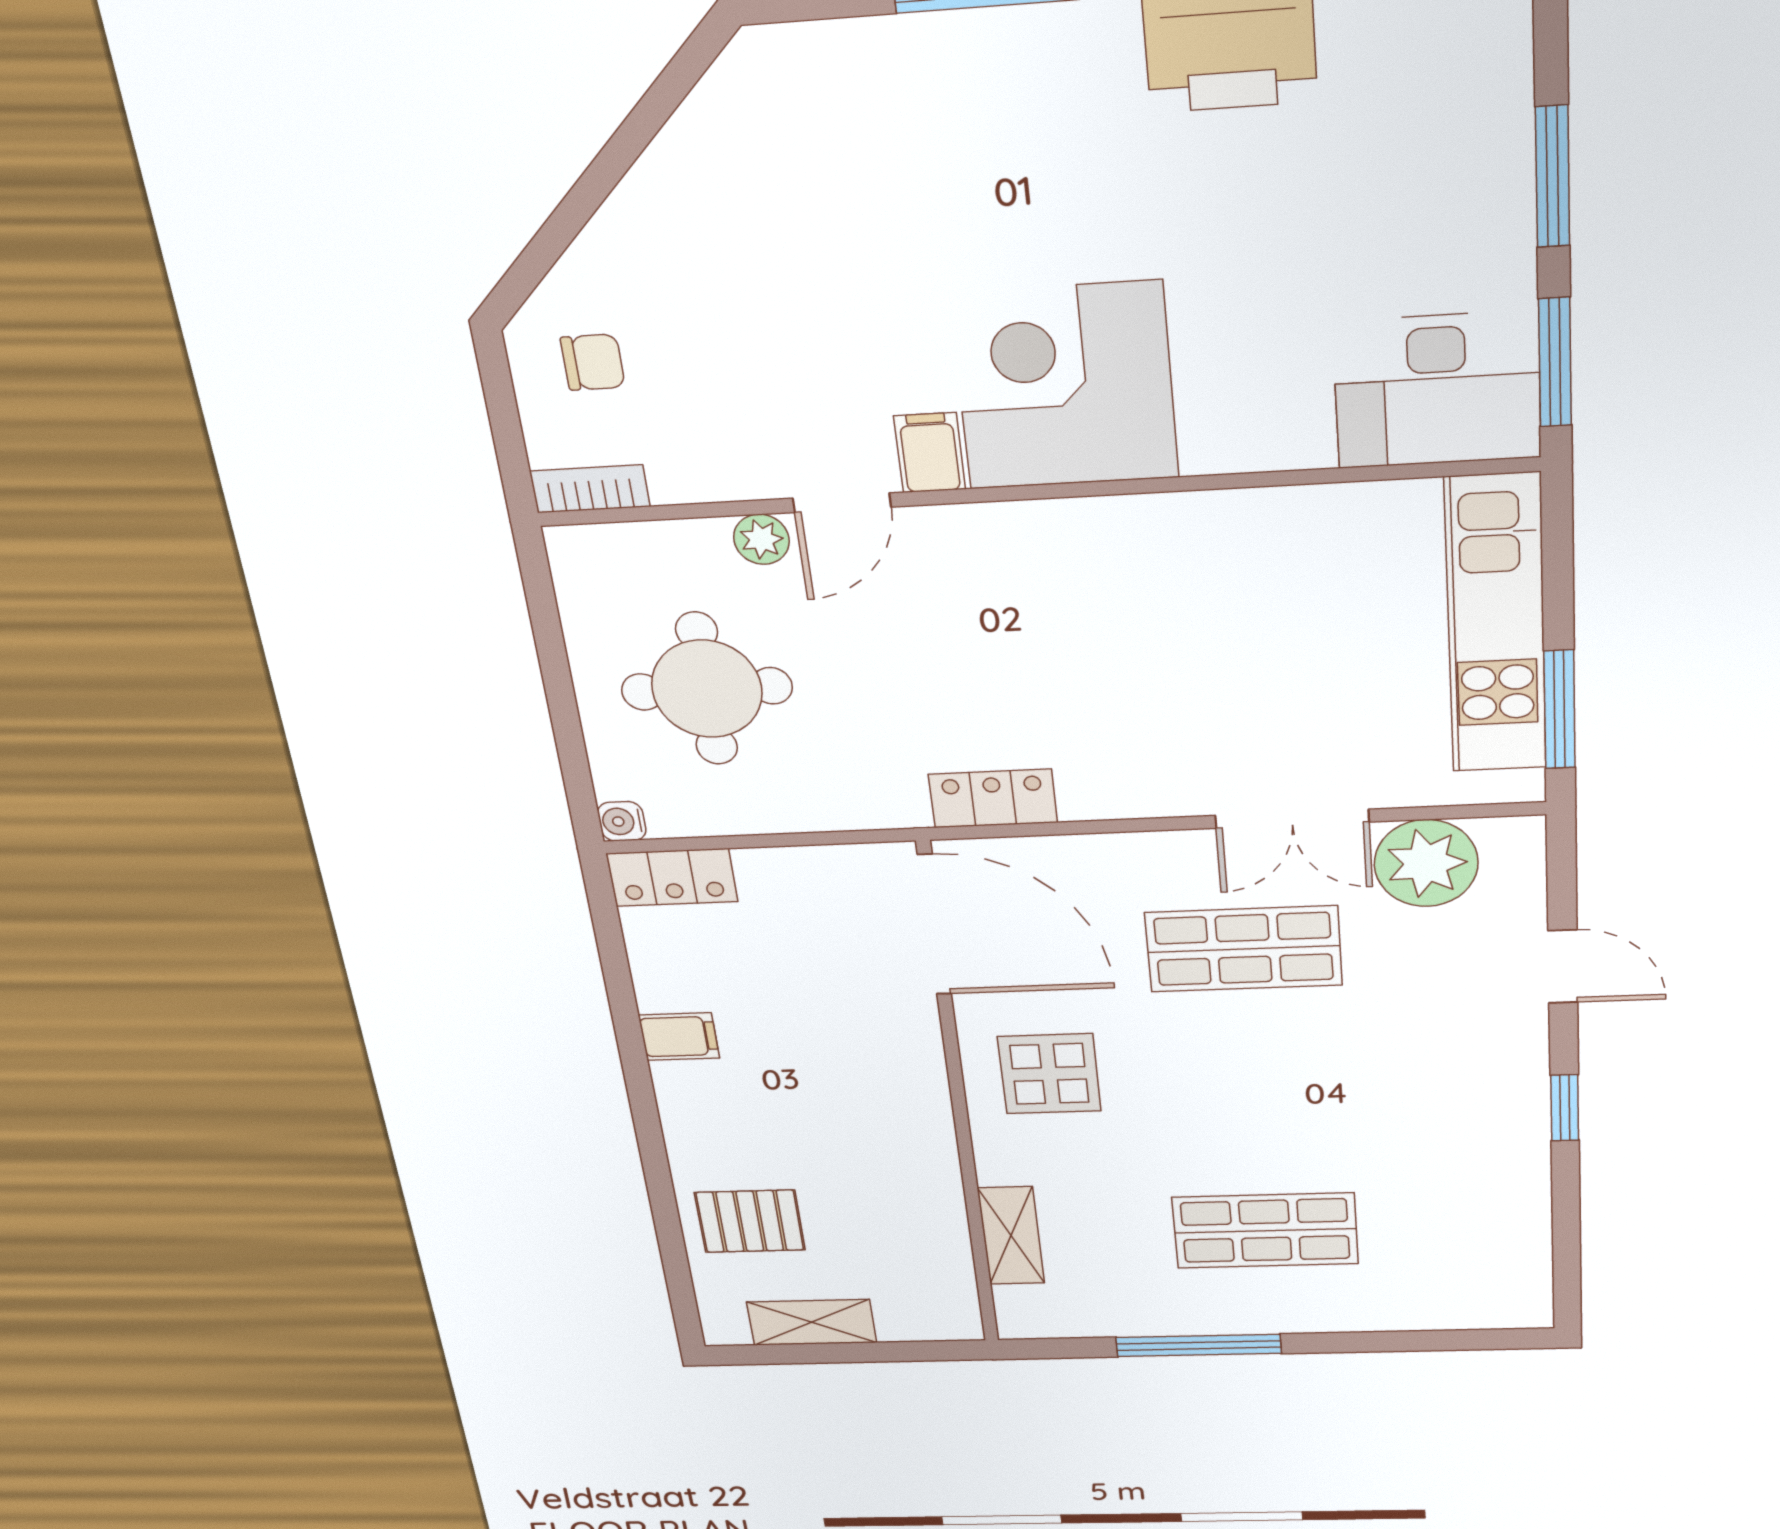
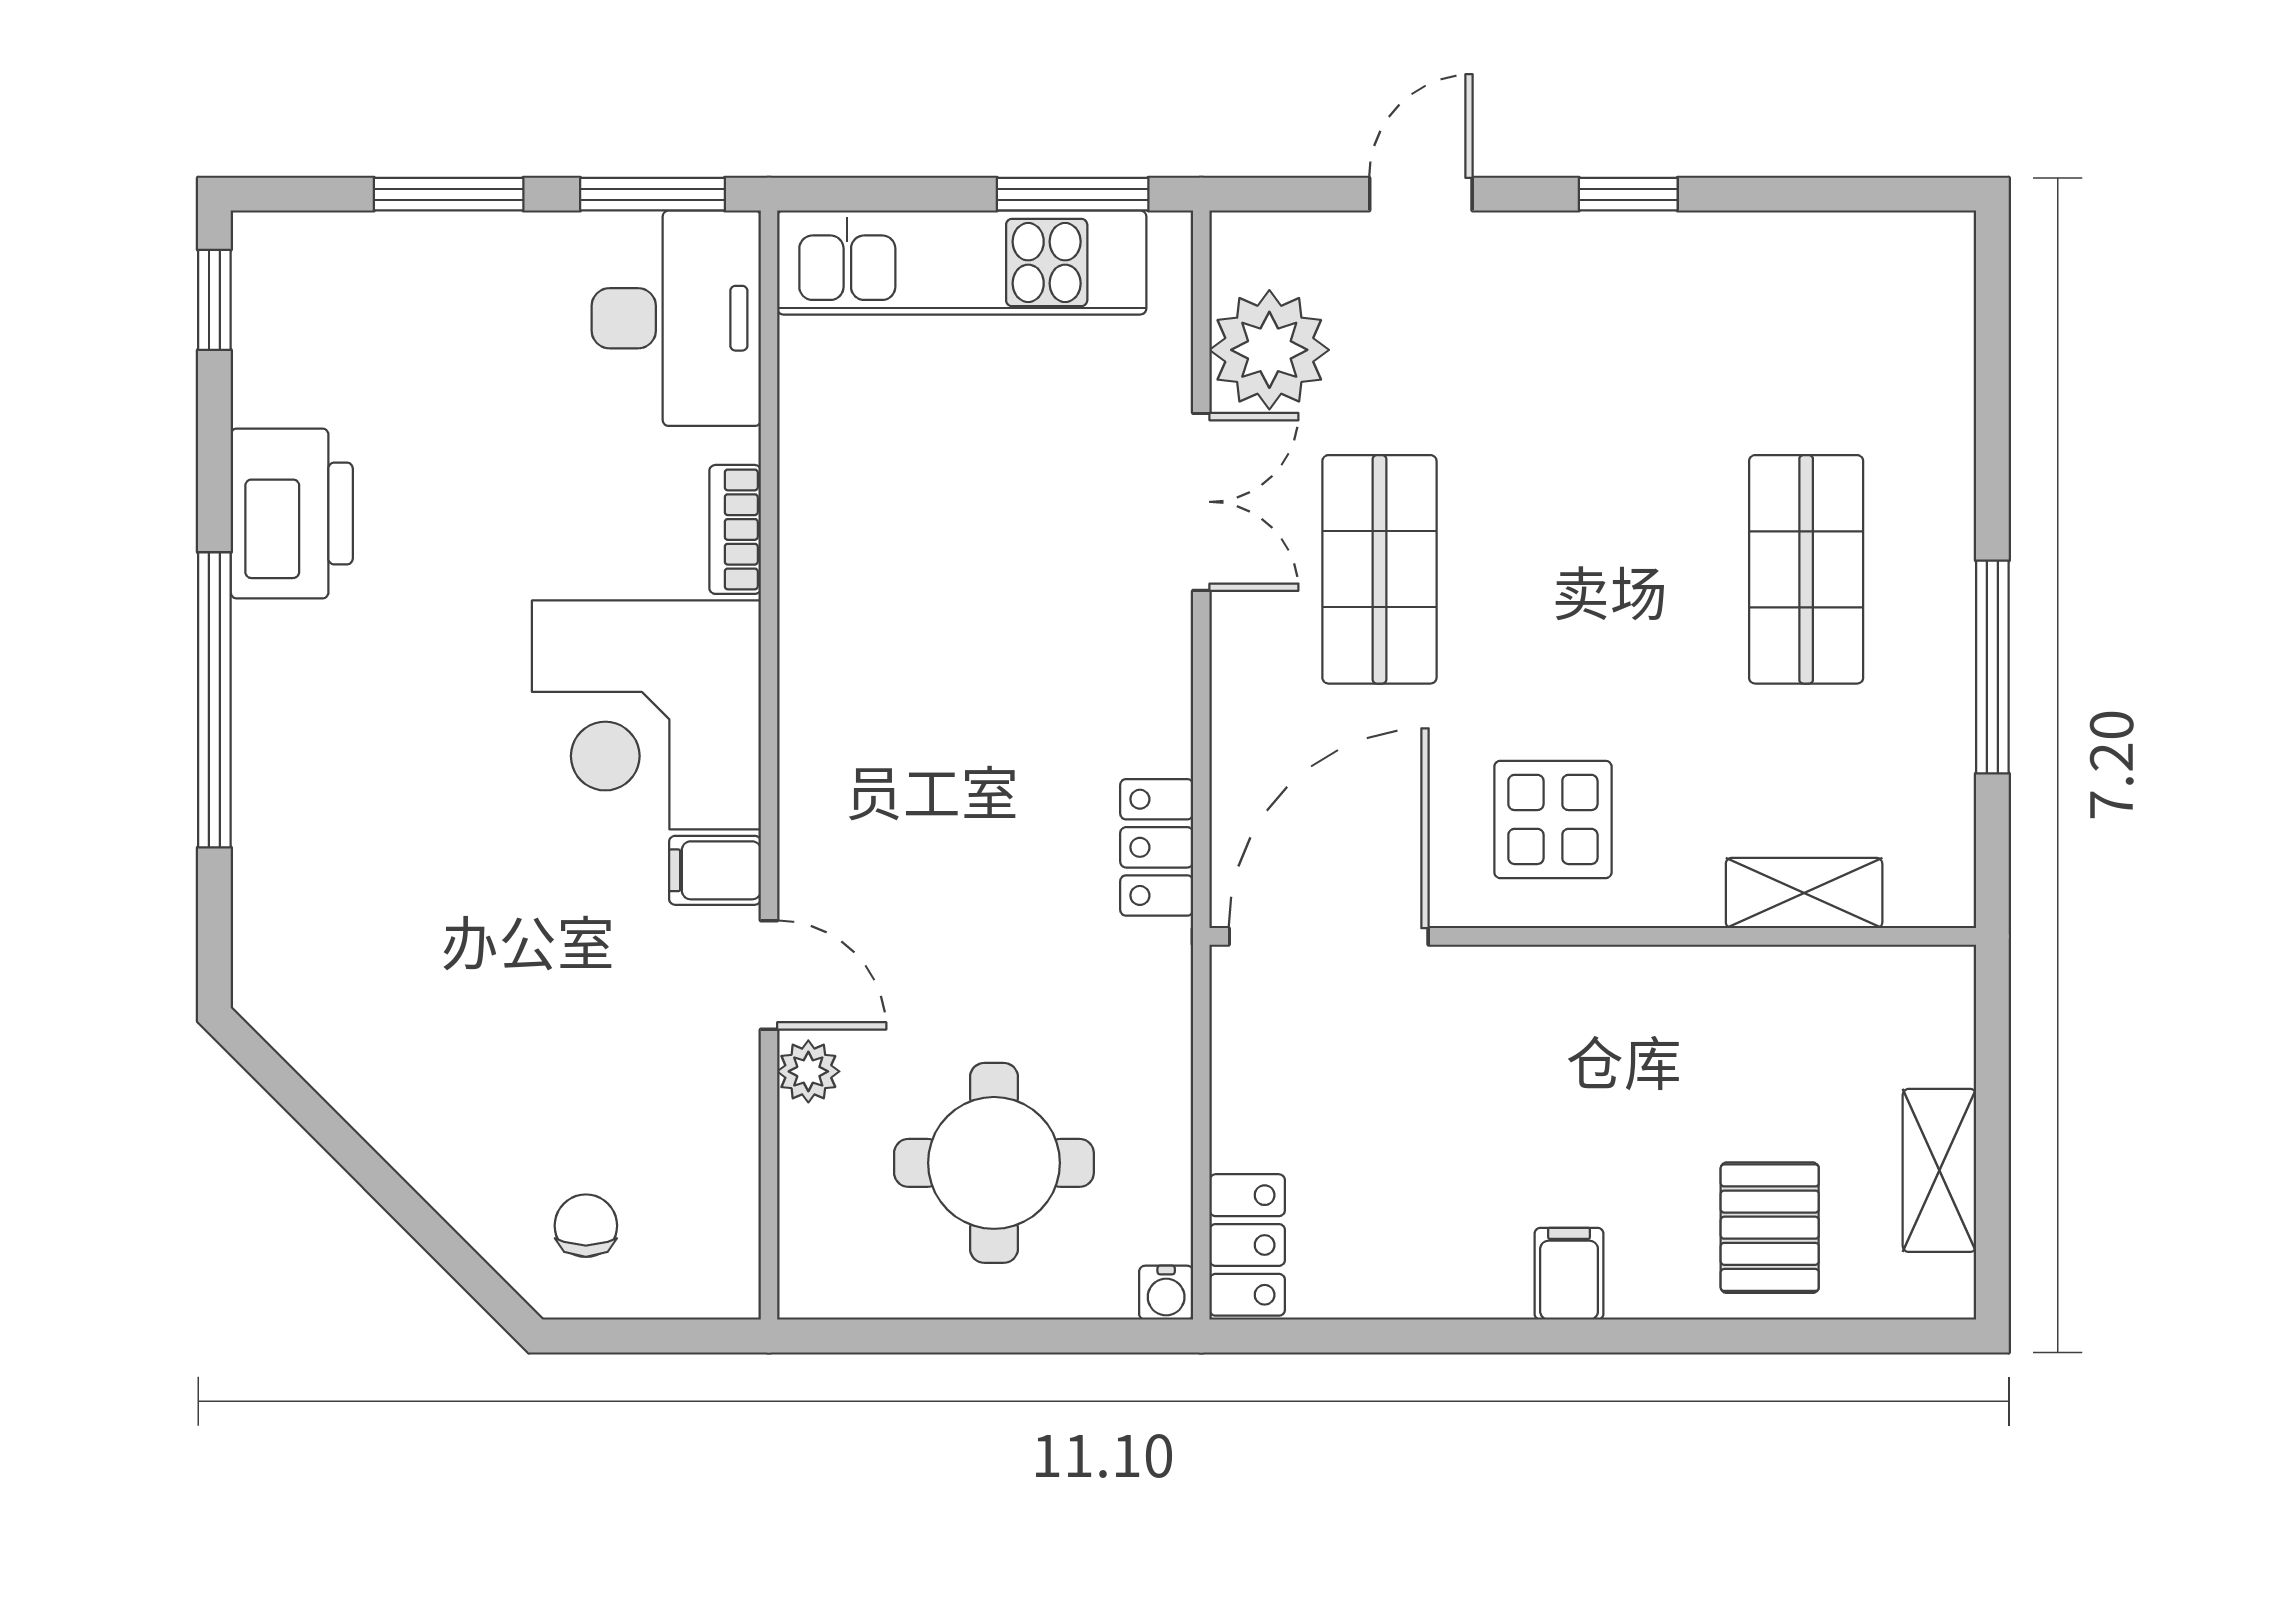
bookcase: (590, 489) -> (735, 529), moved
filing cabinet: (679, 1037) -> (1569, 1274), moved

